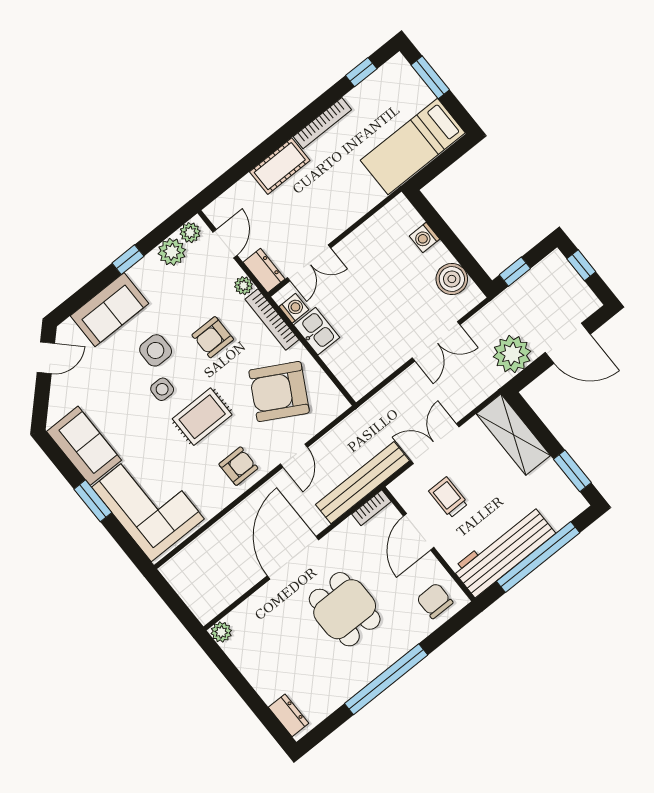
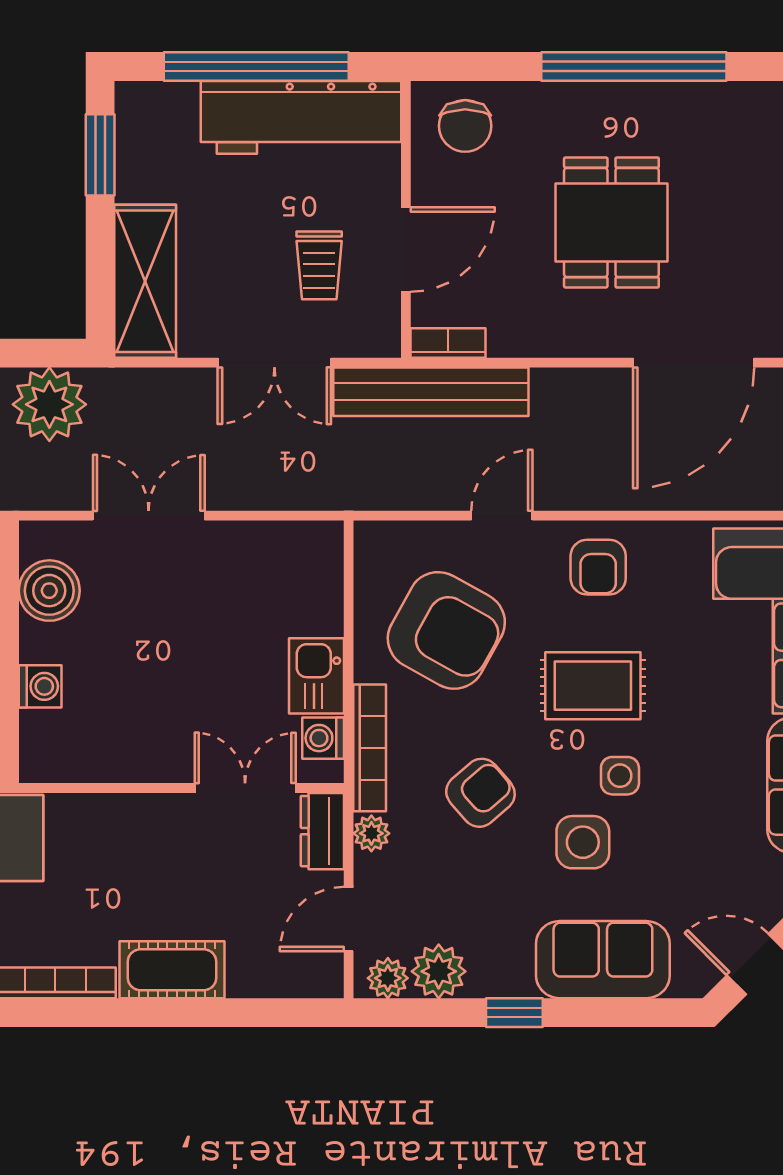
armchair: (213, 337) -> (480, 793), turned -41
armchair: (238, 466) -> (598, 567), turned -90
door: (293, 558) -> (694, 363), moved

